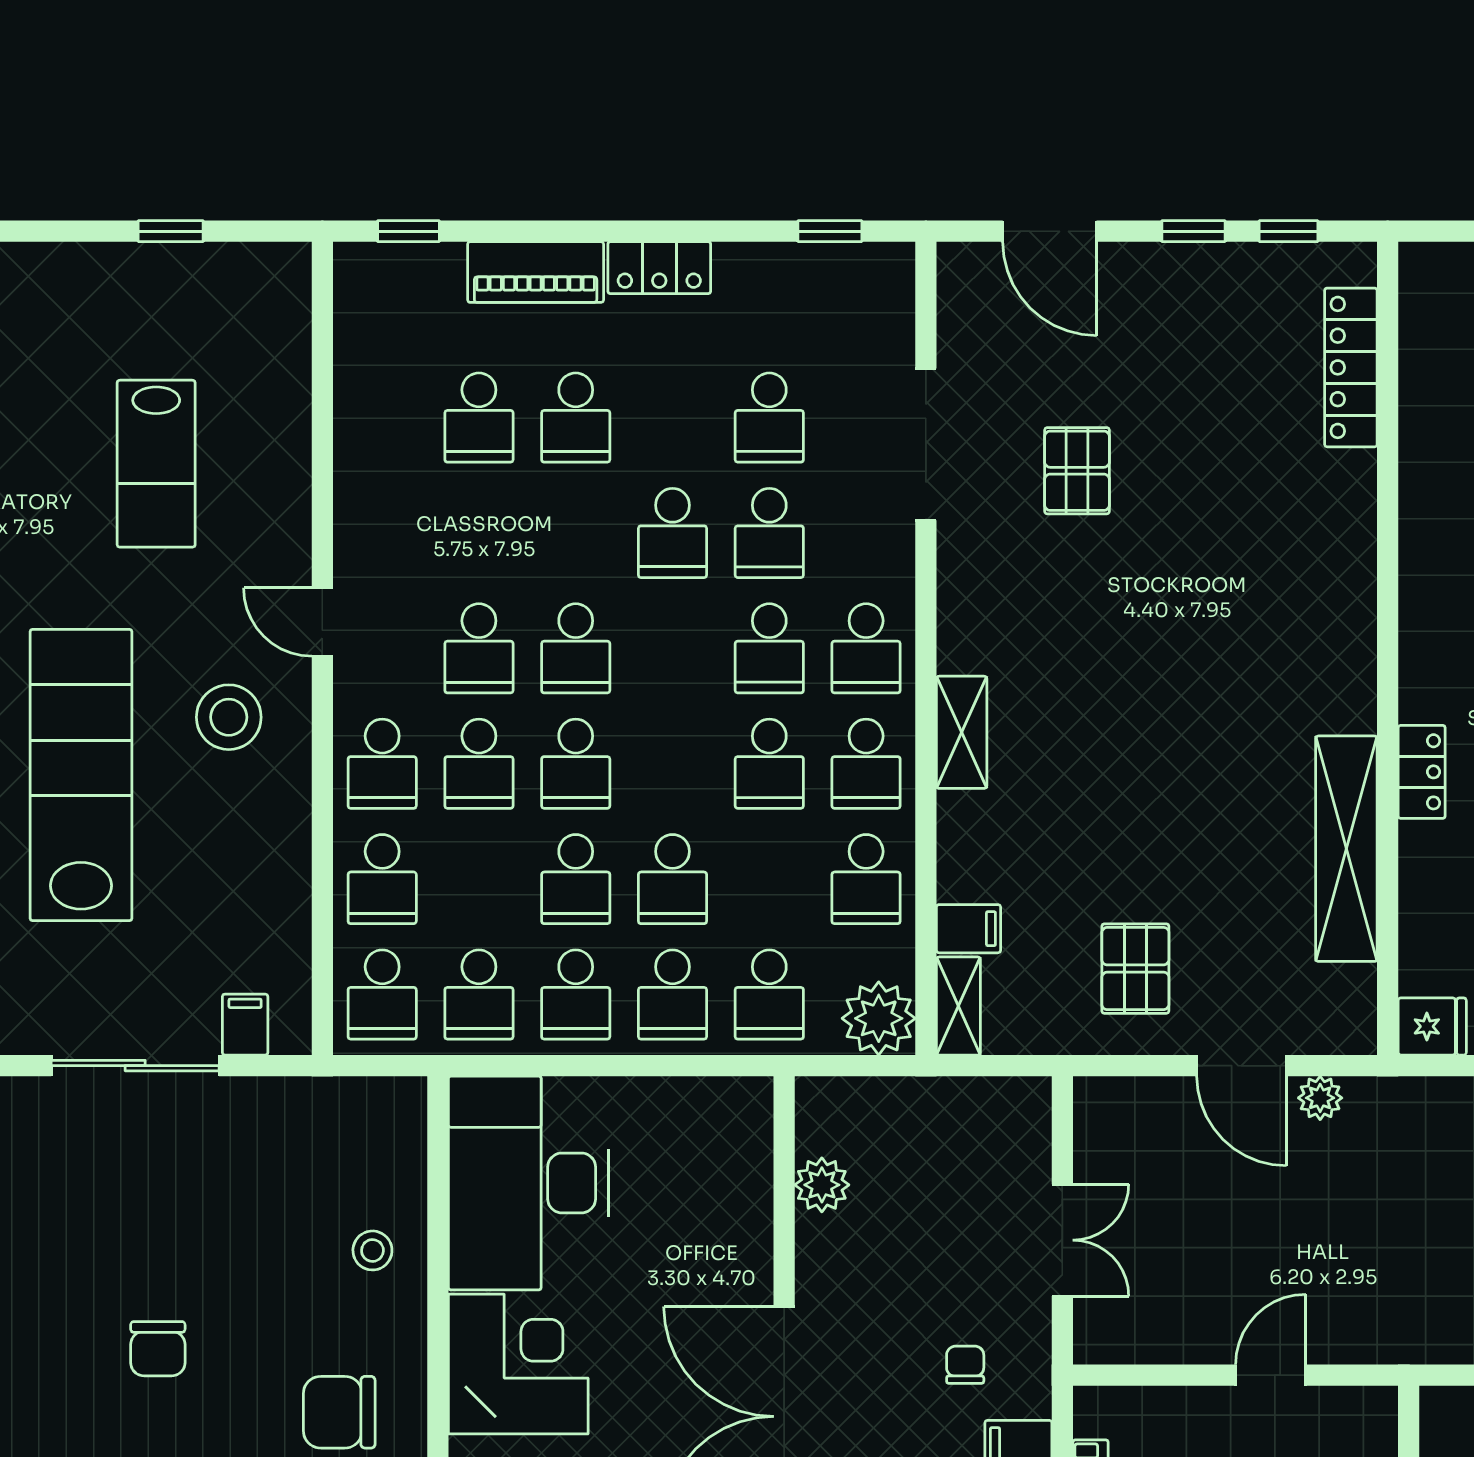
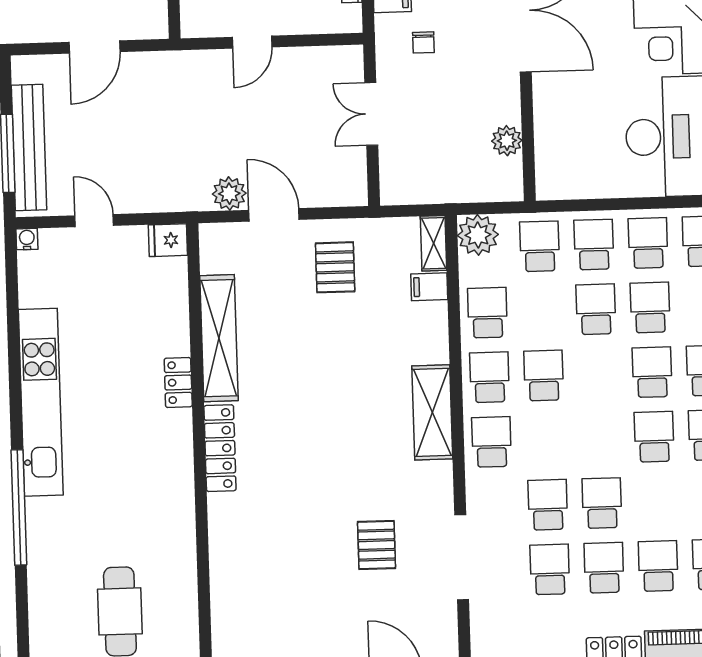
locker: (1351, 367) -> (220, 448), moved
school desk: (769, 648) -> (604, 568), moved
shelving: (962, 732) -> (432, 412), width x1.50, depth x1.33
plant: (1320, 1098) -> (229, 194), width x1.38, depth x1.38

